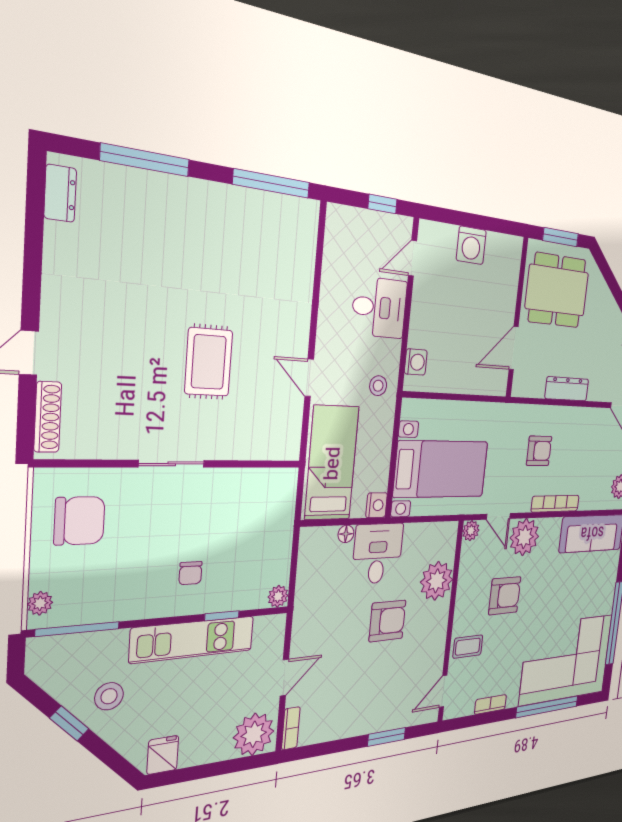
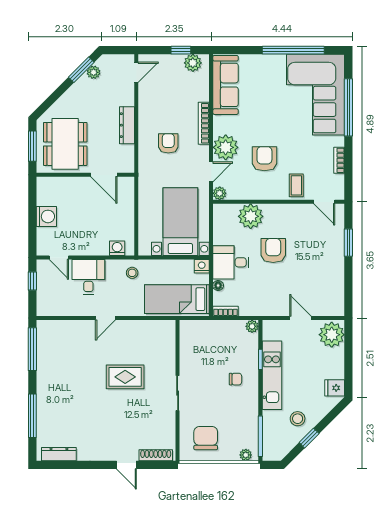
dresser: (60, 193) -> (59, 454), width x1.44
door: (309, 378) -> (105, 318), moved
bookcase: (291, 728) -> (225, 311), moved

